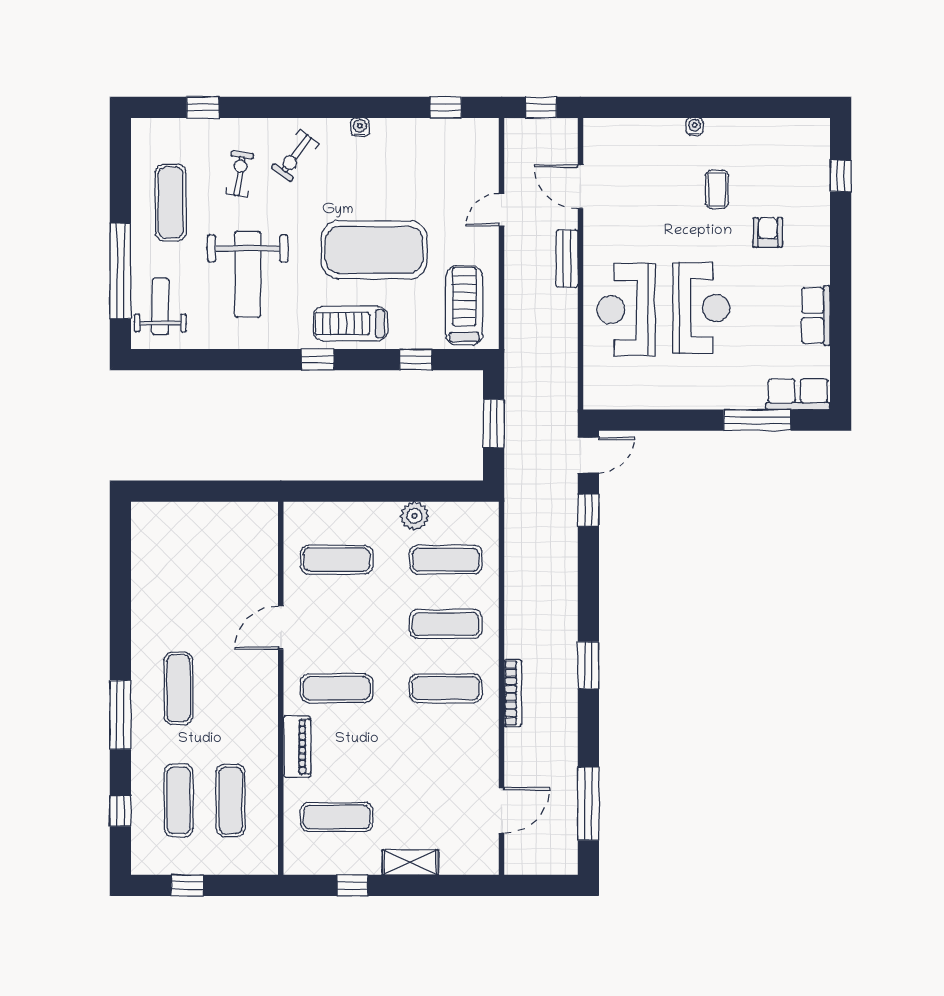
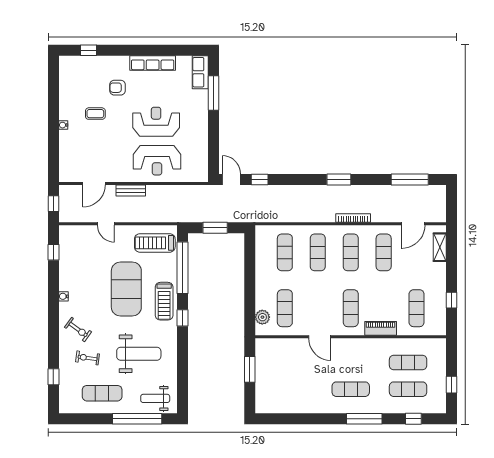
row of seats: (816, 316) -> (153, 63), width x1.48
window: (416, 360) -> (183, 268), width x3.17
window: (217, 491) -> (250, 369), added
plant: (414, 516) -> (262, 317), moved
exercise mat: (446, 753) -> (384, 252), added
door: (502, 810) -> (413, 224), swing flipped
shelving: (410, 862) -> (440, 247), moved

